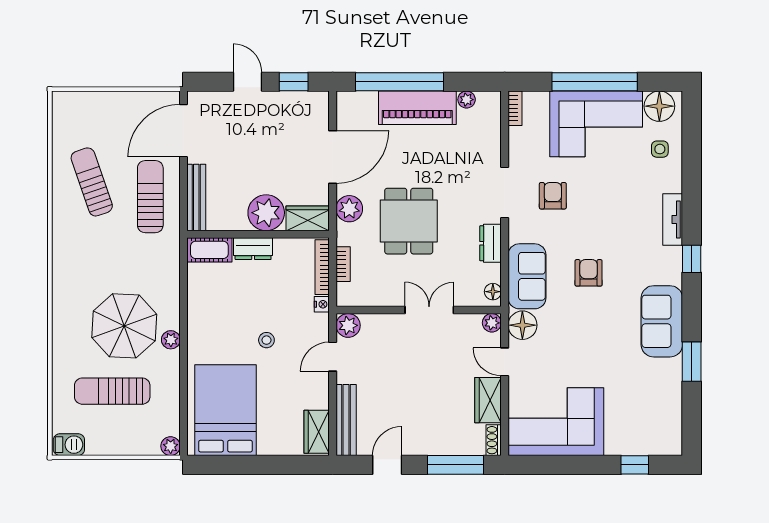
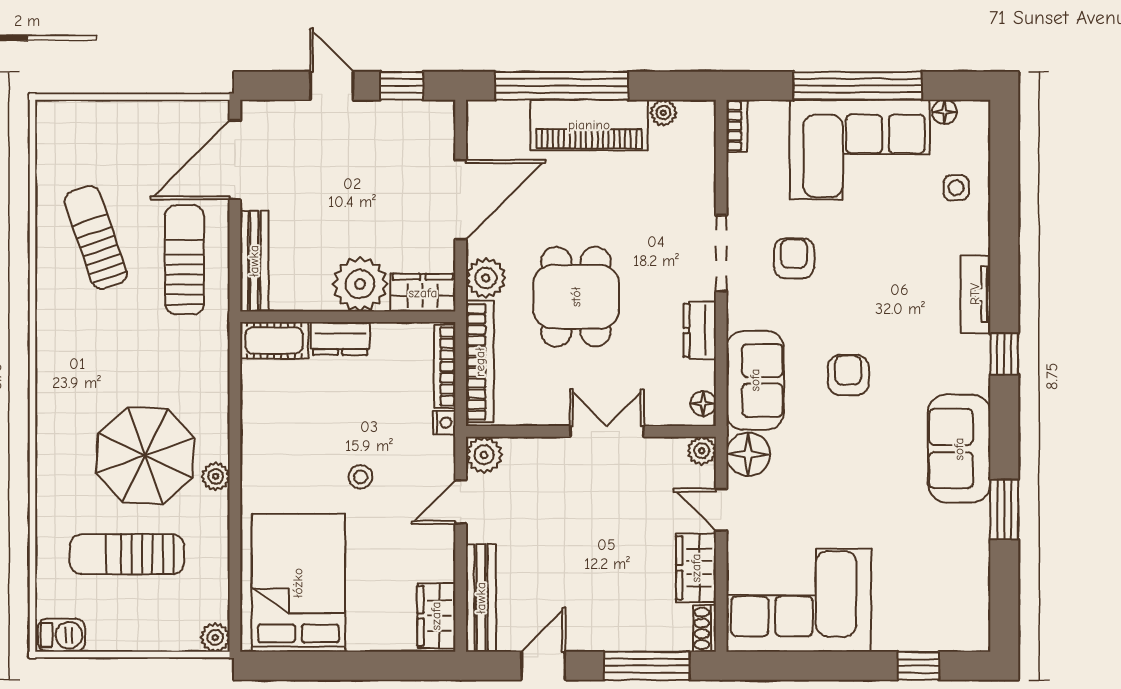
floor lamp: (659, 106) -> (945, 112), width x0.53, depth x0.53
bookcase: (343, 264) -> (480, 362), width x2.31, depth x1.31

